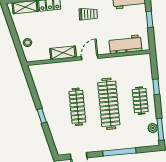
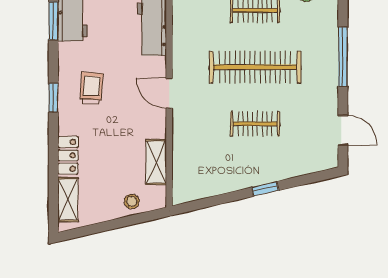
shelving: (63, 53) -> (156, 162), moved
clothes rail: (77, 107) -> (255, 124), width x0.73

